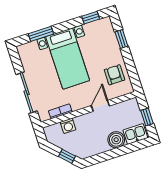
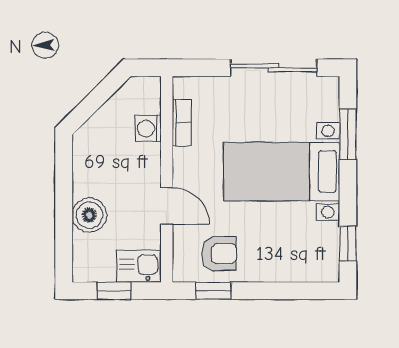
window: (121, 39) -> (213, 291), moved
sliding door: (27, 93) -> (274, 68), moved
kitchen sink: (135, 134) -> (139, 266), moved, turned -90
window: (67, 156) -> (88, 107), removed

